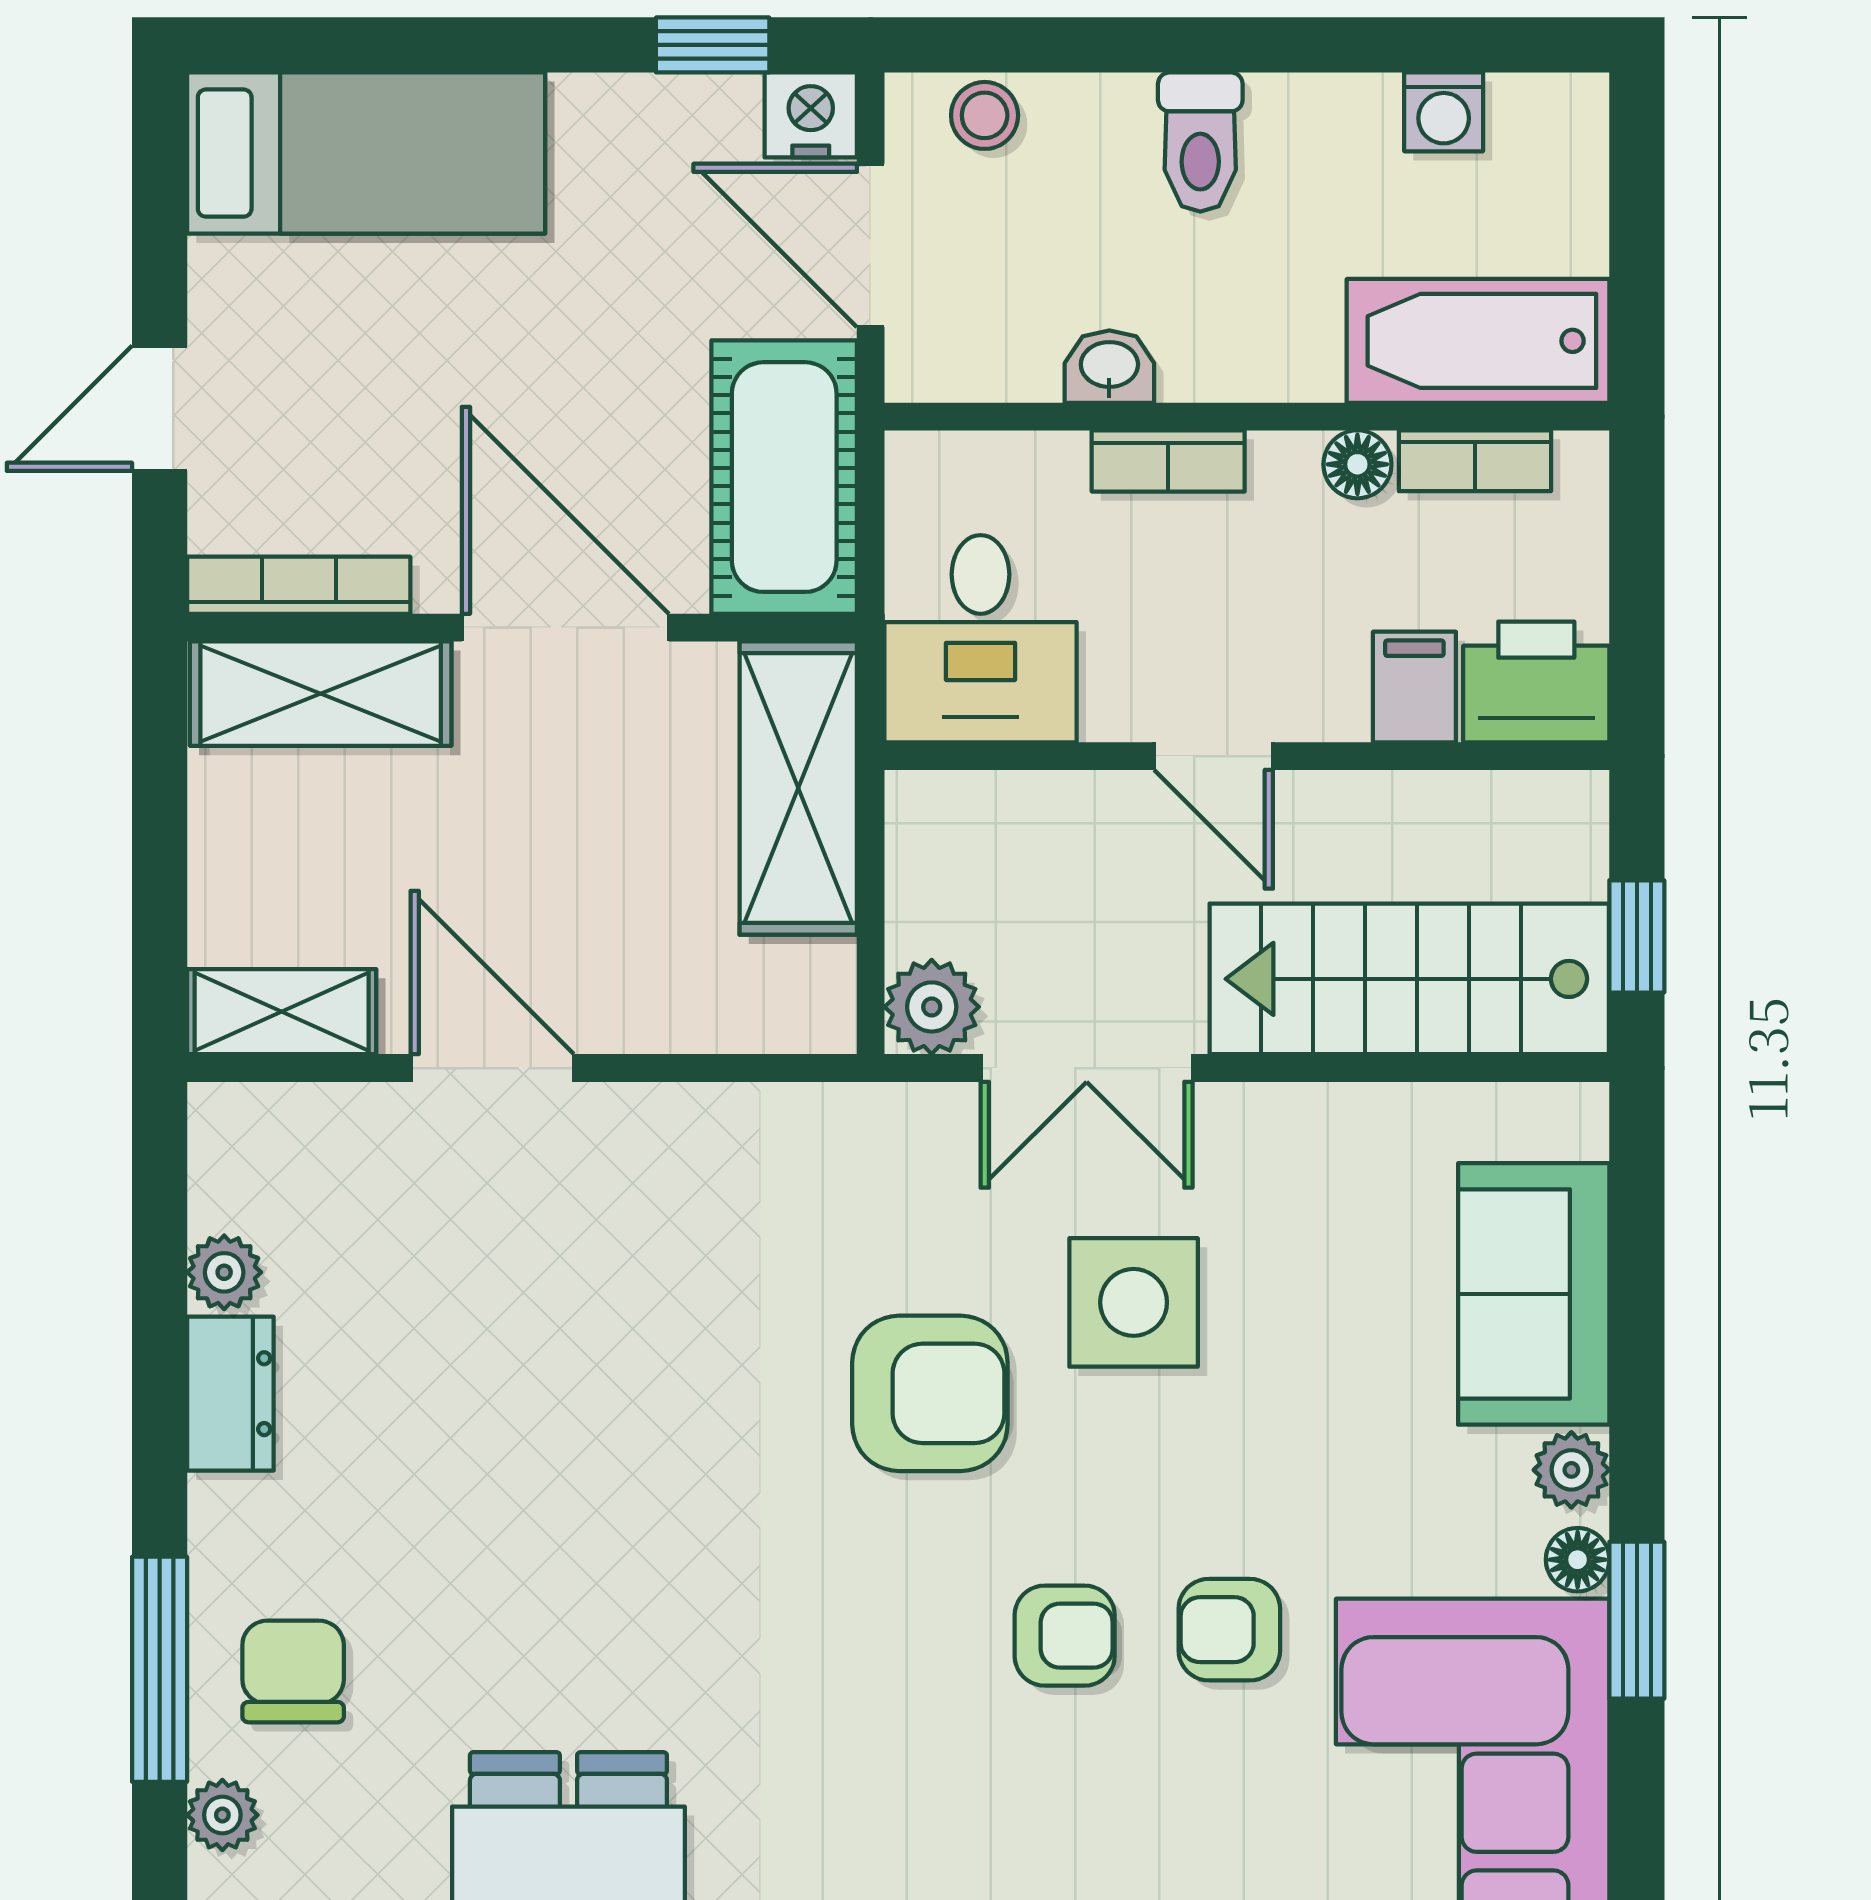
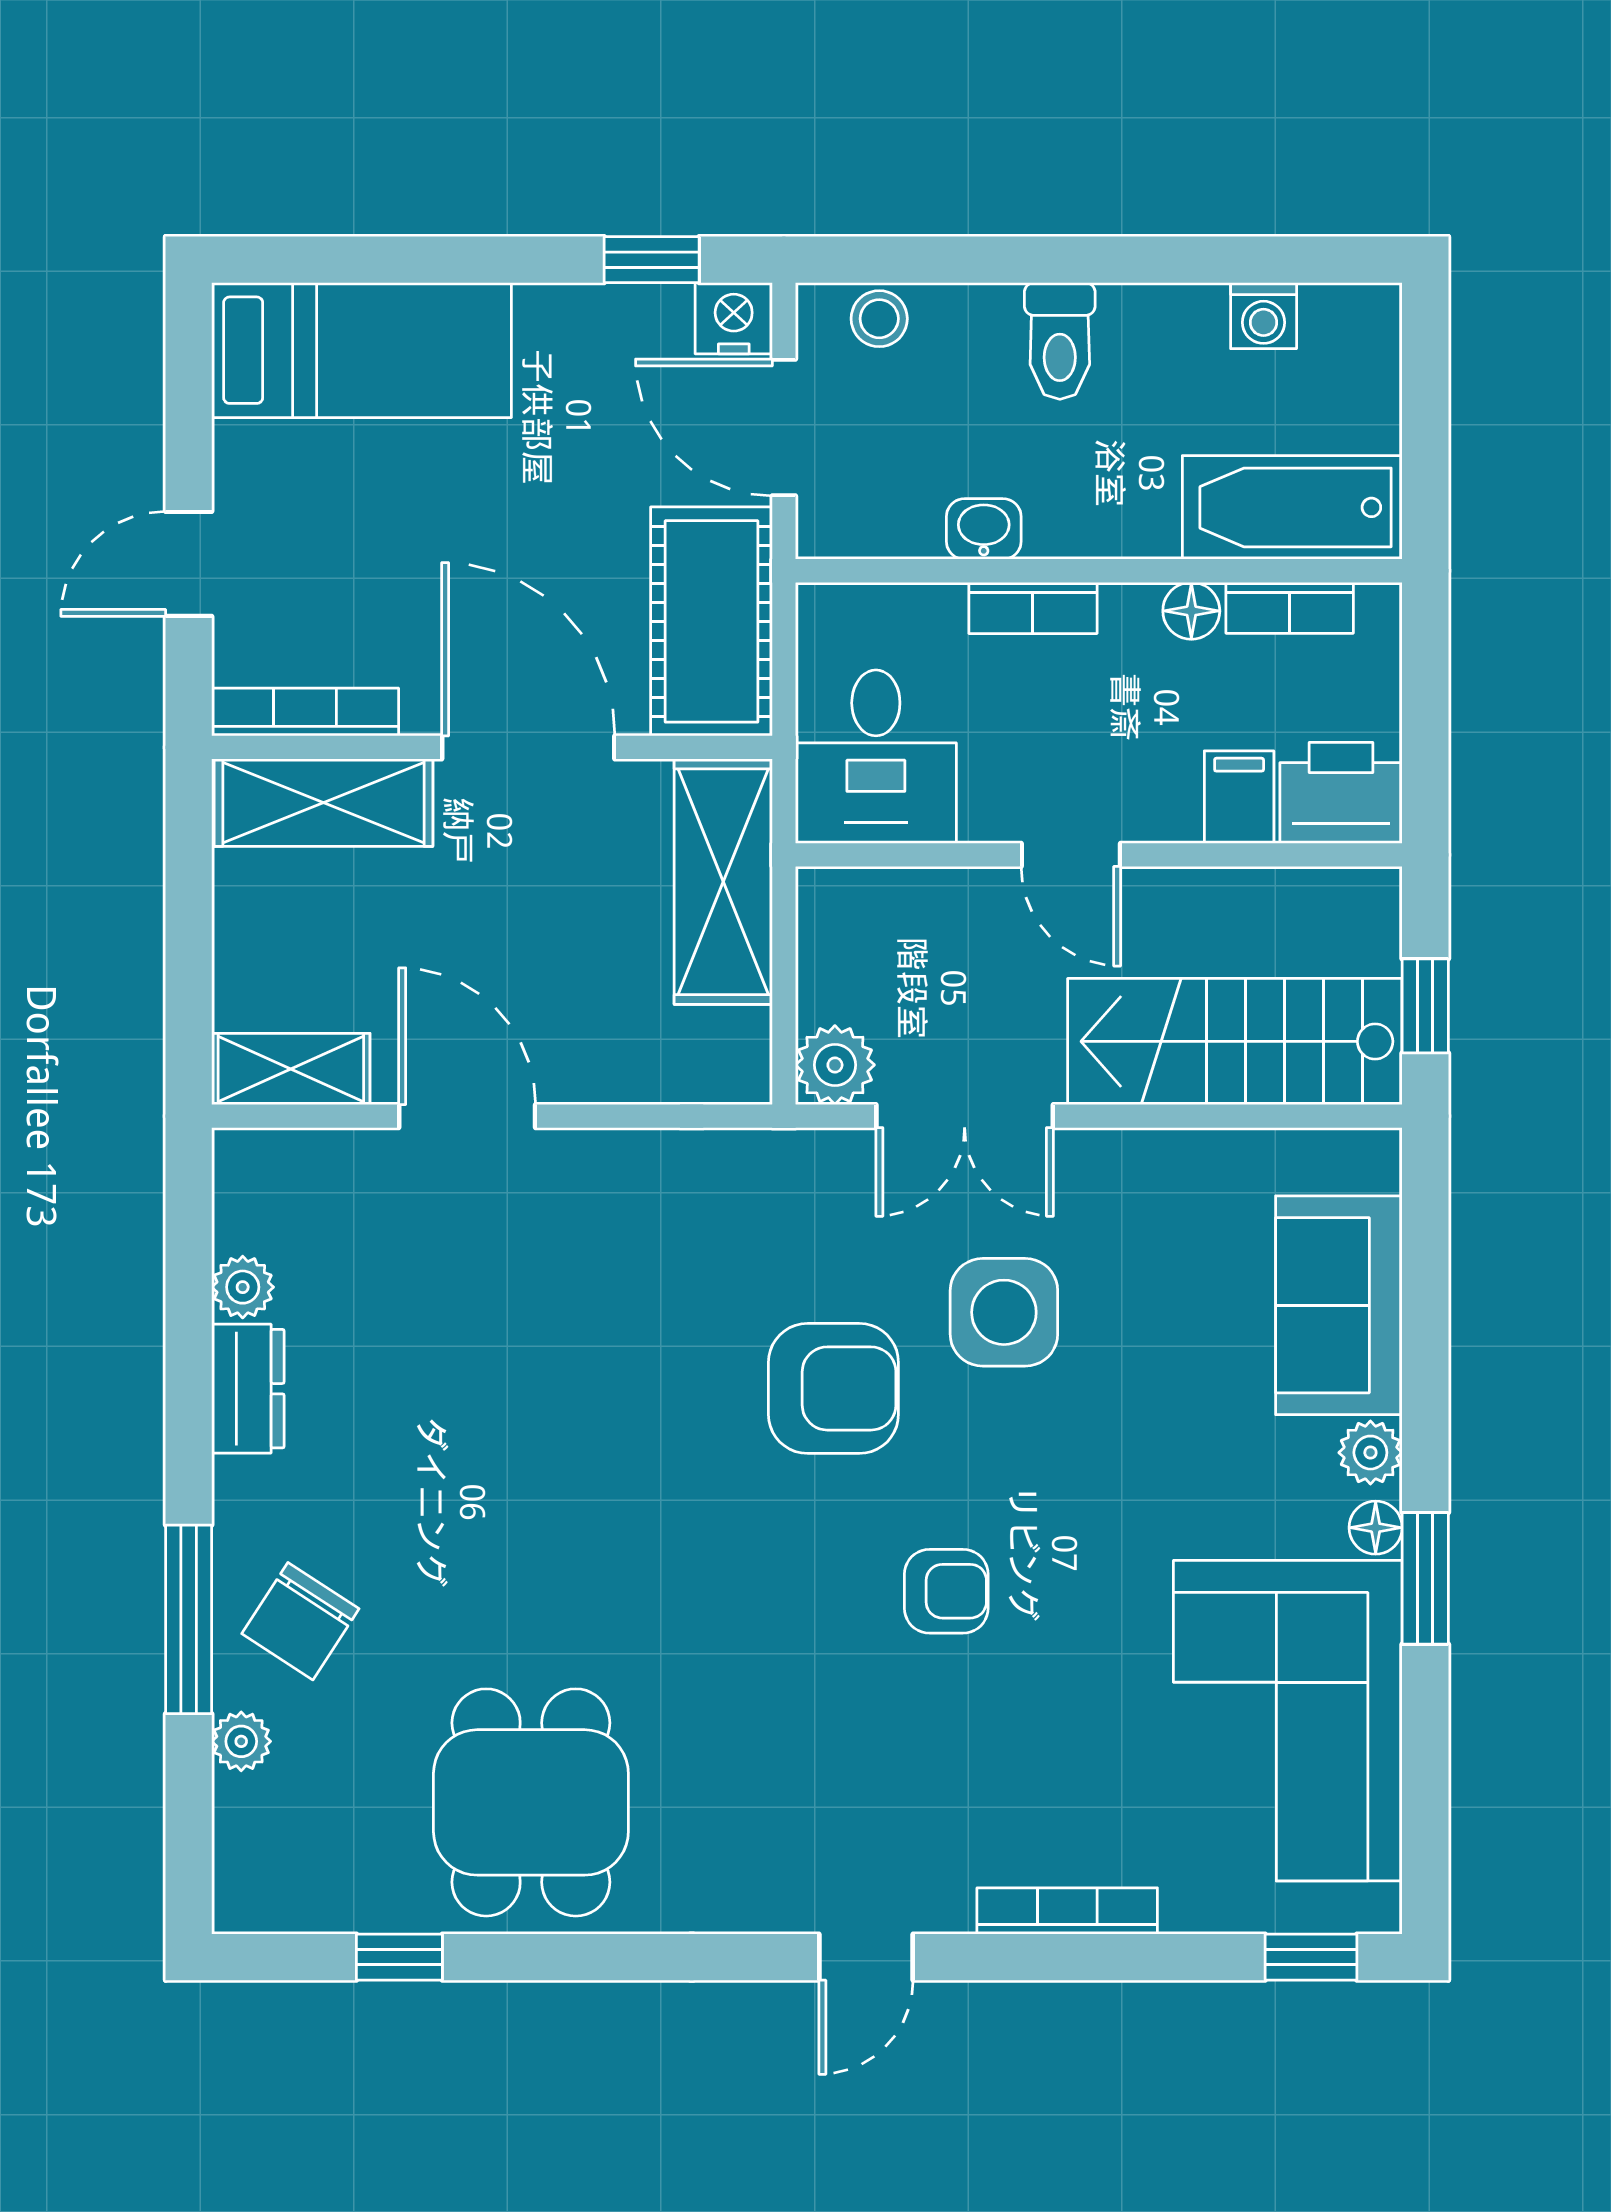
armchair: (1229, 1630) -> (1084, 1586), removed
chair: (293, 1671) -> (300, 1621), turned -147

